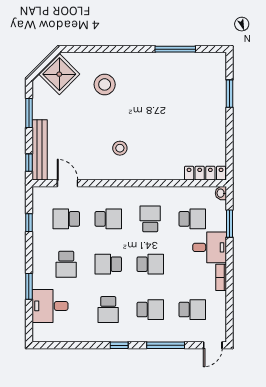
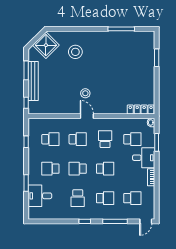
bench: (40, 150) -> (33, 81), moved
door: (67, 183) -> (87, 116), moved
school desk: (66, 219) -> (50, 139), turned 180
school desk: (66, 264) -> (50, 169), turned 90

